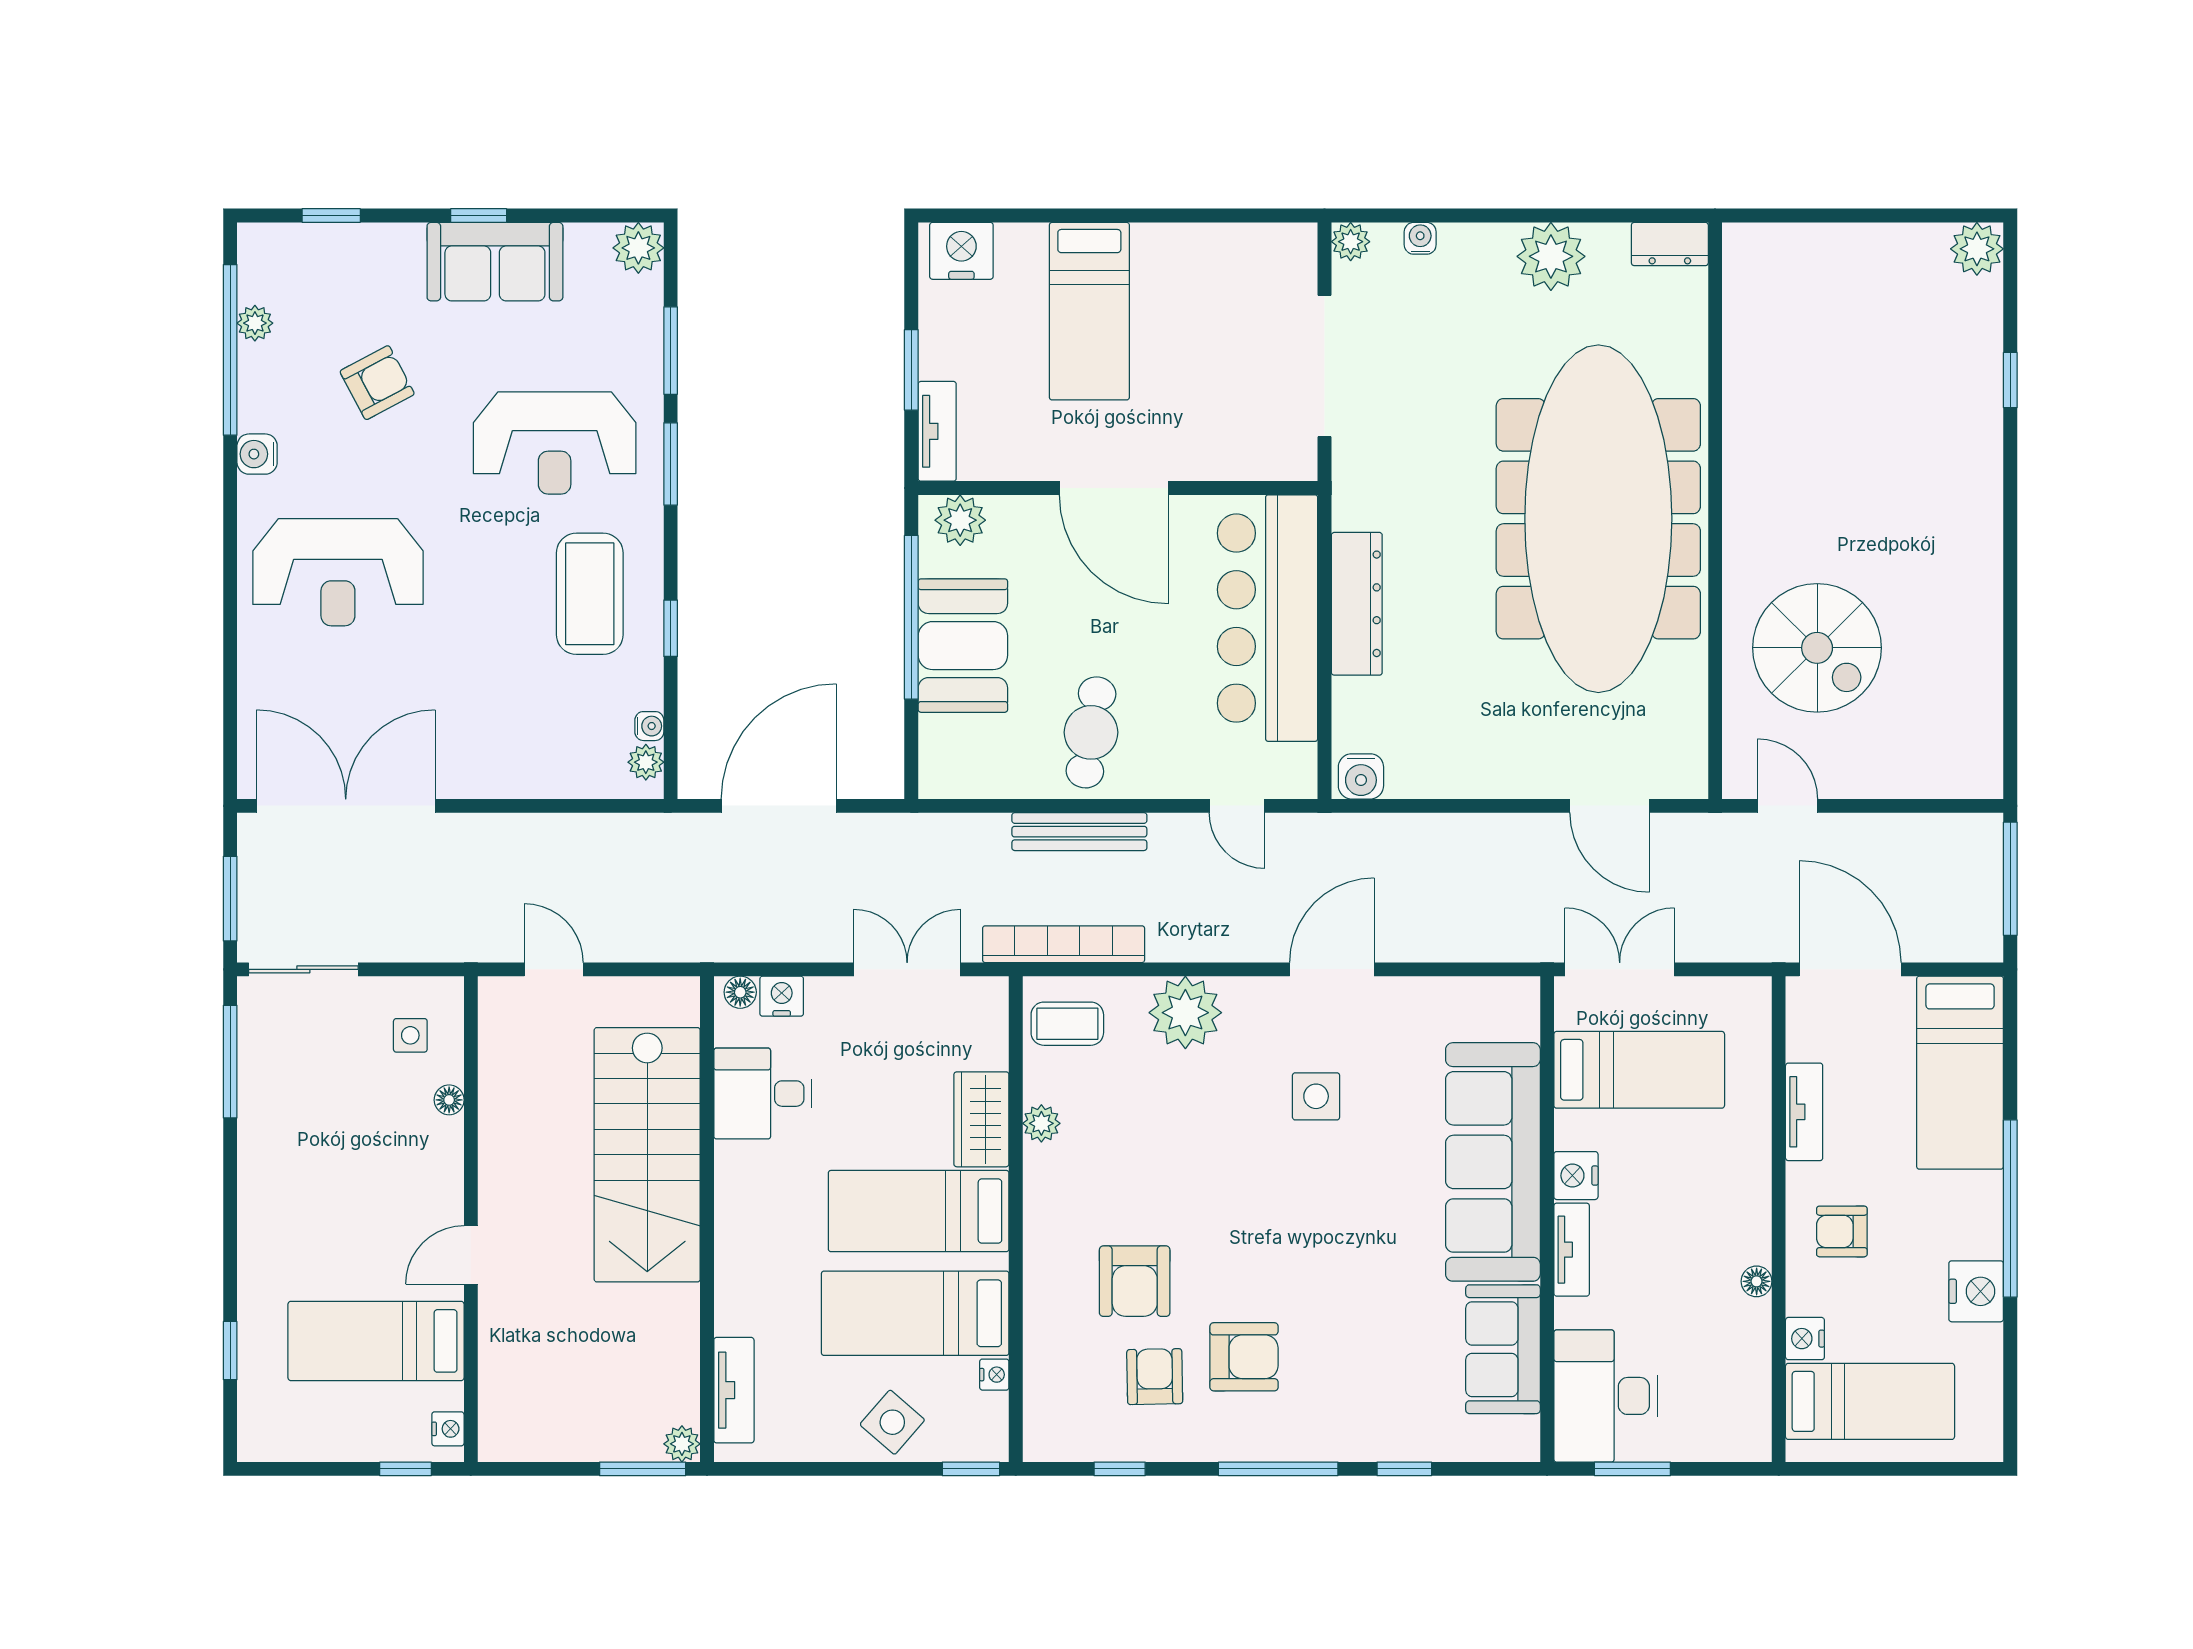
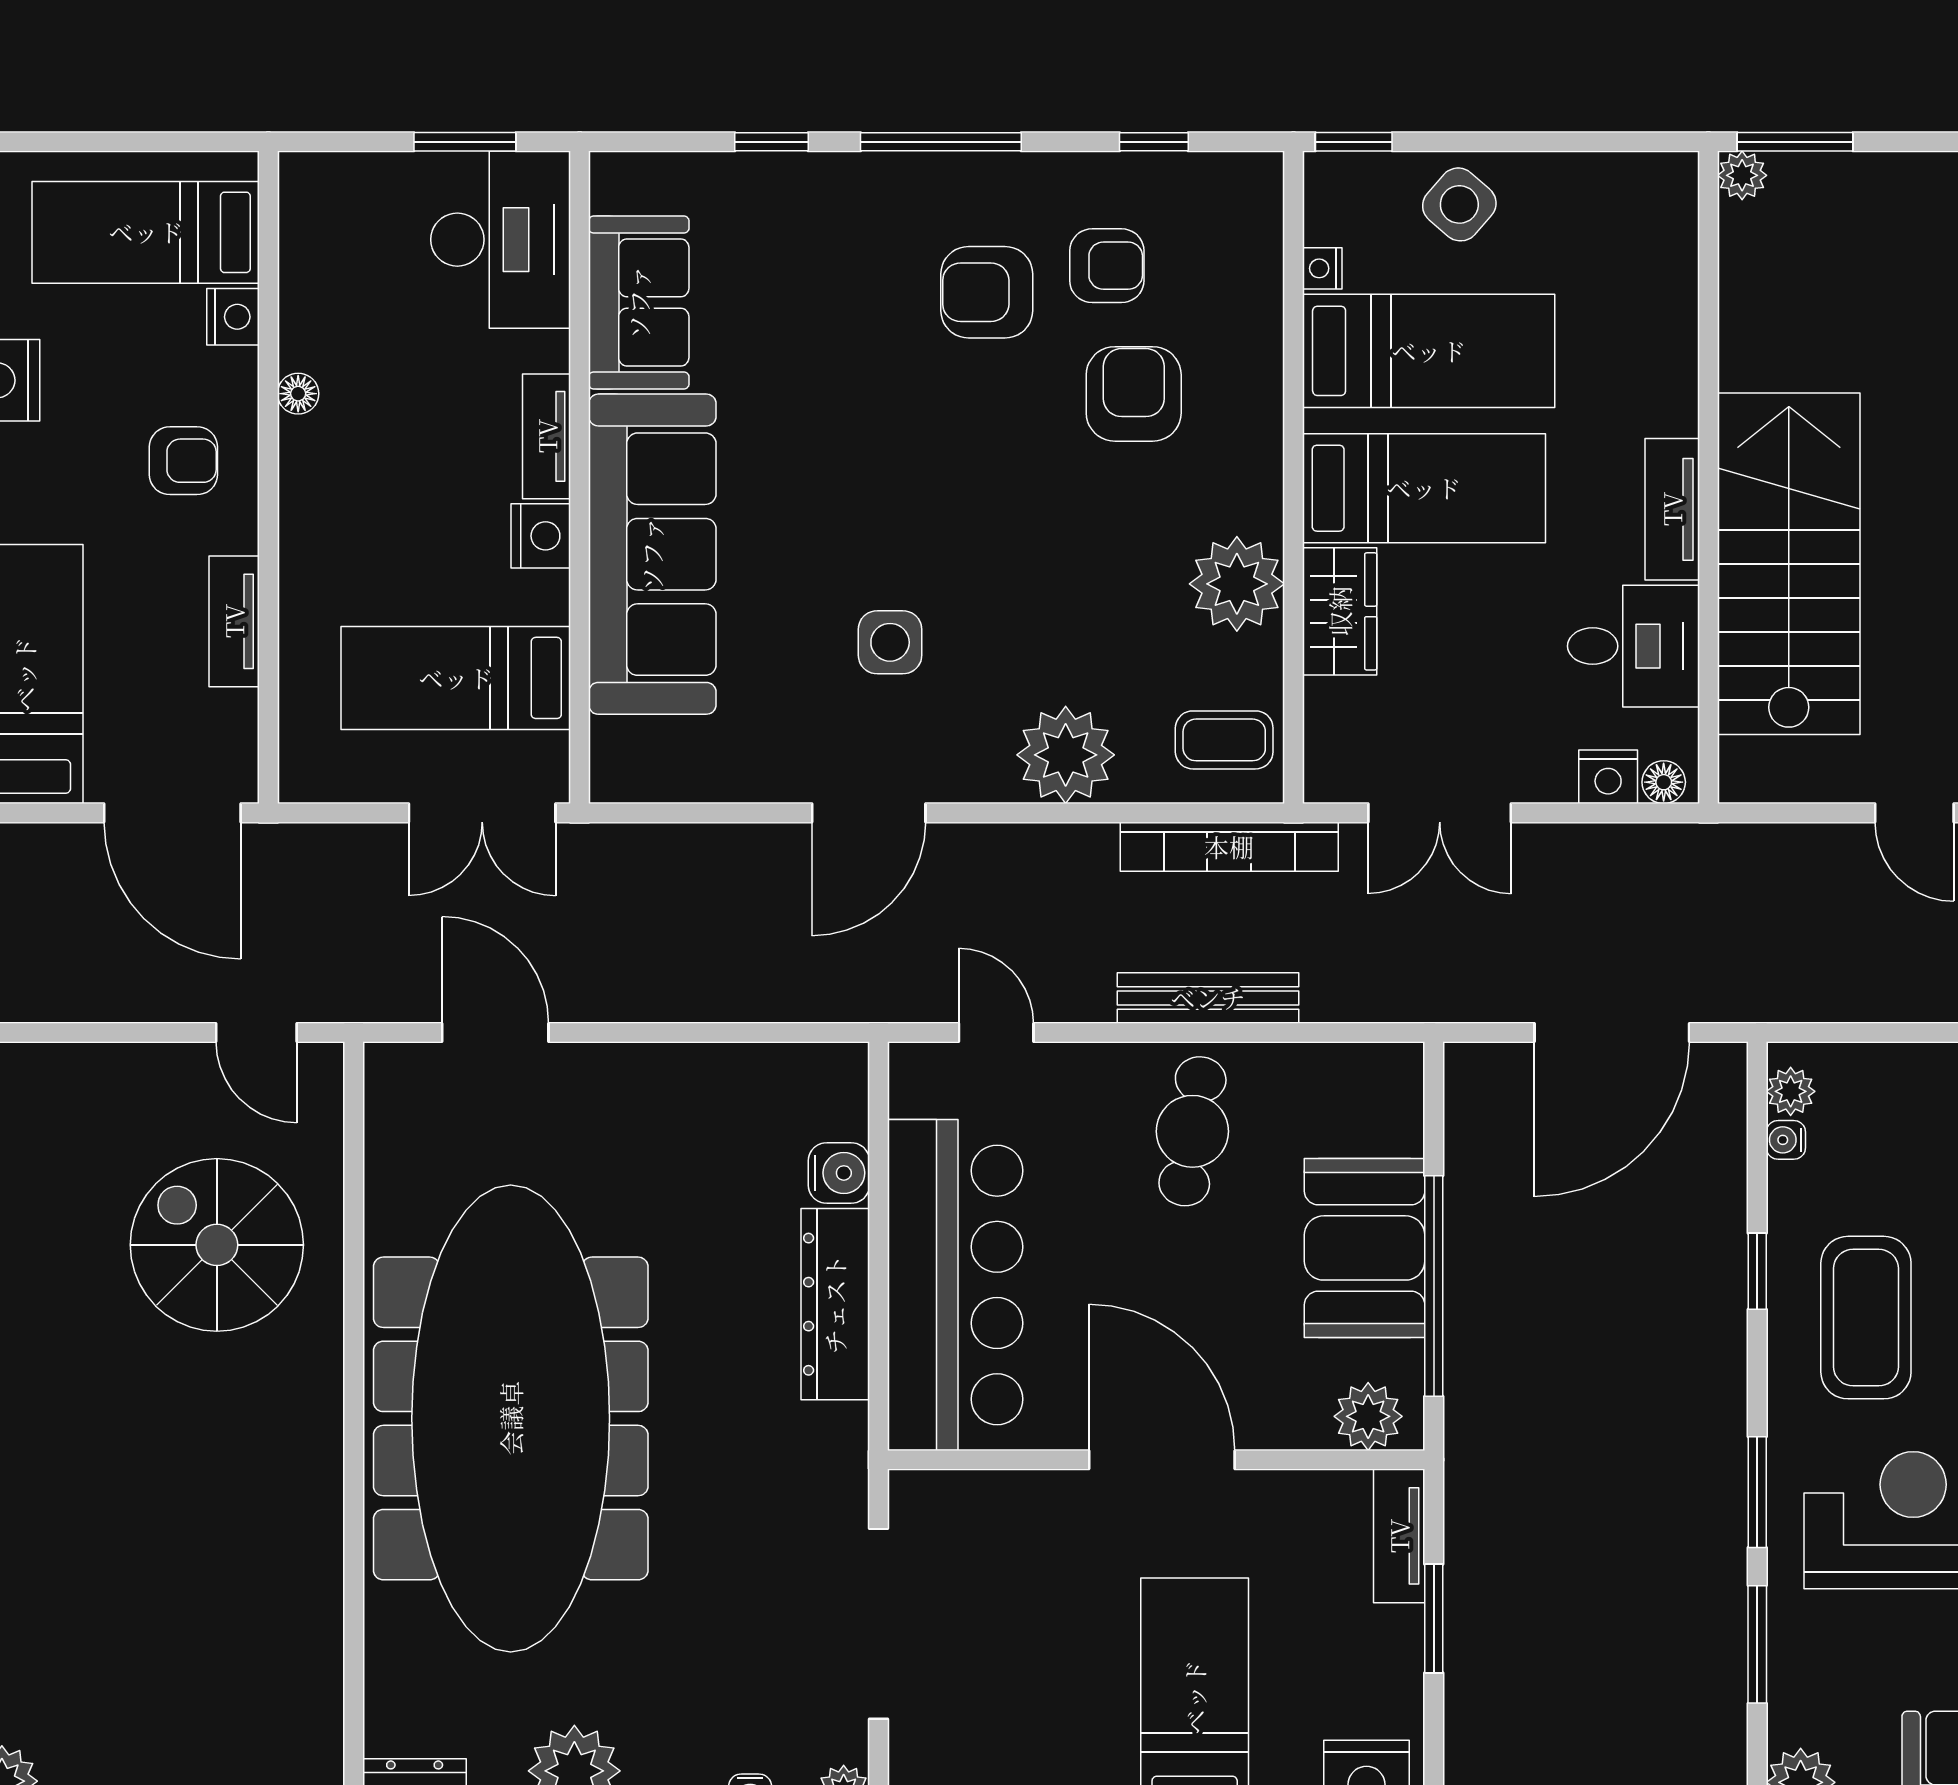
water cooler: (1361, 776) -> (839, 1173), moved, turned 90
plant: (1041, 1123) -> (1237, 584), width x1.87, depth x1.87
armchair: (1155, 1377) -> (1107, 266), turned -89
tv unit: (734, 1390) -> (1672, 509), moved

